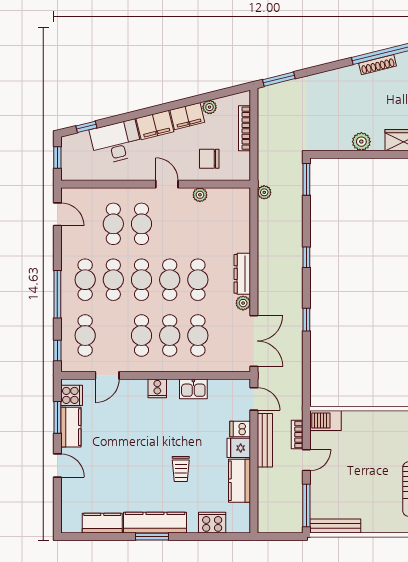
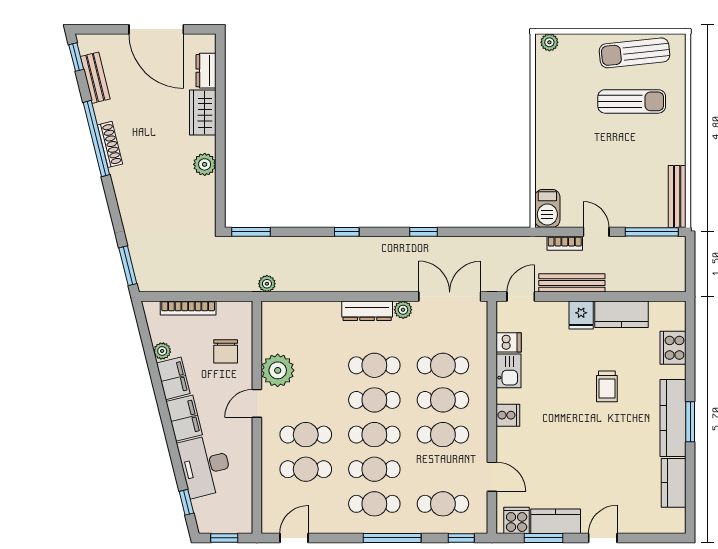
plant: (200, 195) -> (278, 370), width x1.88, depth x1.88
dishwasher: (240, 429) -> (509, 342), moved, turned -90
trolley: (181, 469) -> (607, 386), turned 90

